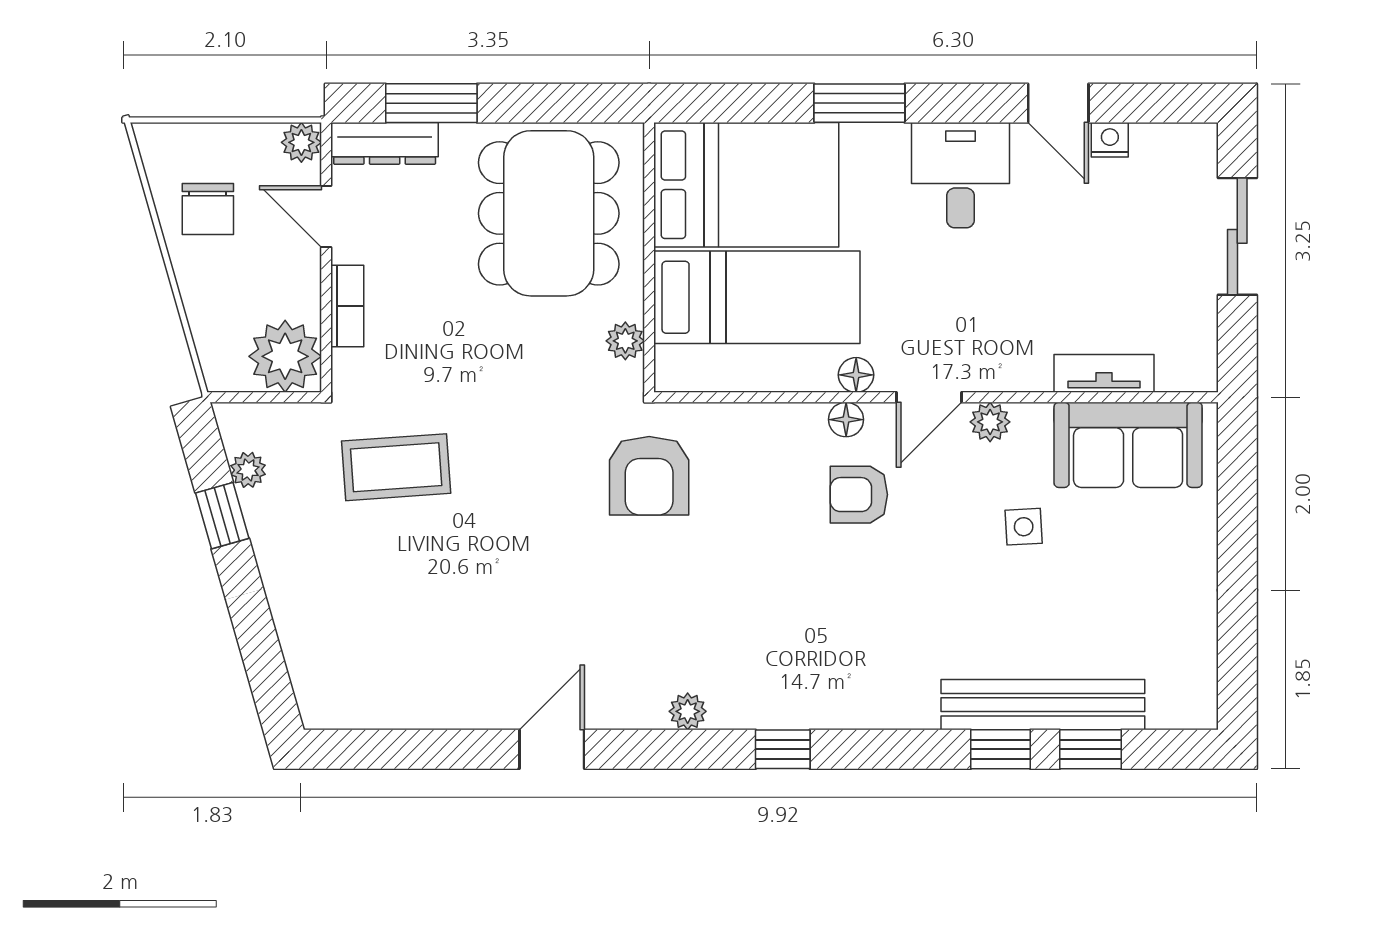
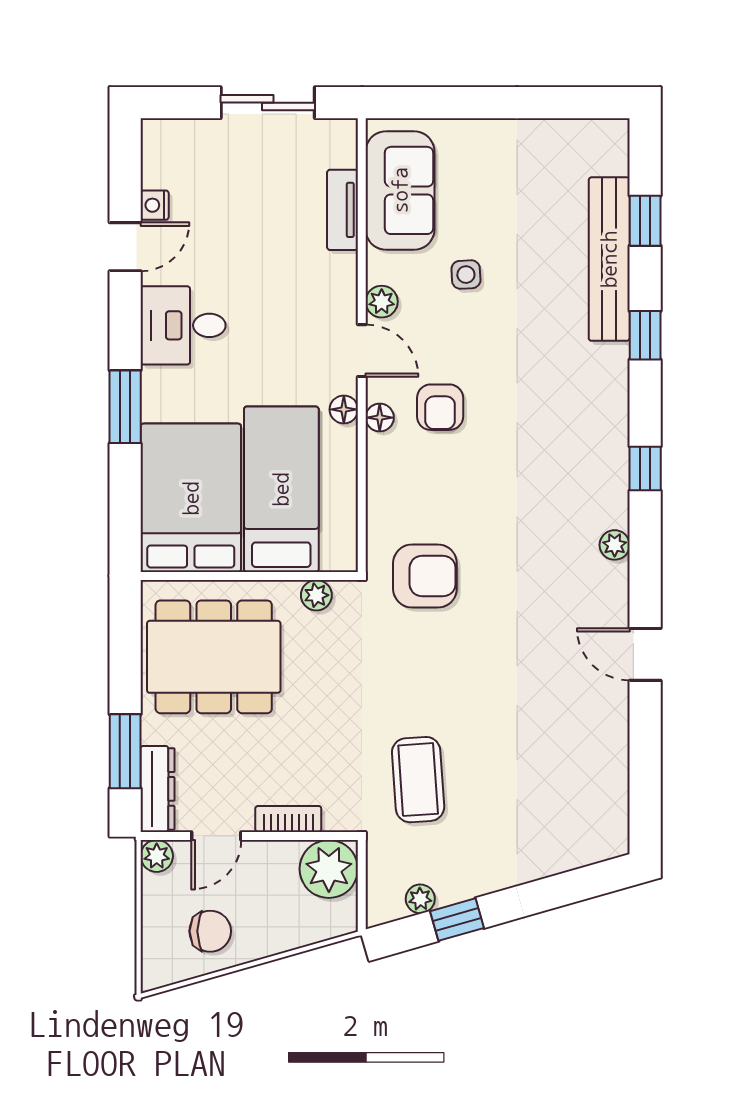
sliding door: (1237, 236) -> (268, 103), moved
window: (1000, 749) -> (645, 335), moved

